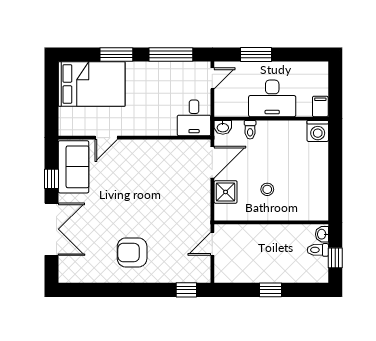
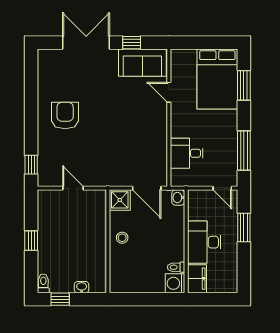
window: (116, 55) -> (244, 85), moved
filing cabinet: (320, 106) -> (197, 279), width x2.00
desk: (194, 118) -> (187, 153), moved
toilet: (250, 130) -> (176, 267), moved
wall: (271, 222) -> (108, 241), moved
double door: (51, 229) -> (86, 43), swing flipped
toilet: (318, 250) -> (43, 283), moved

